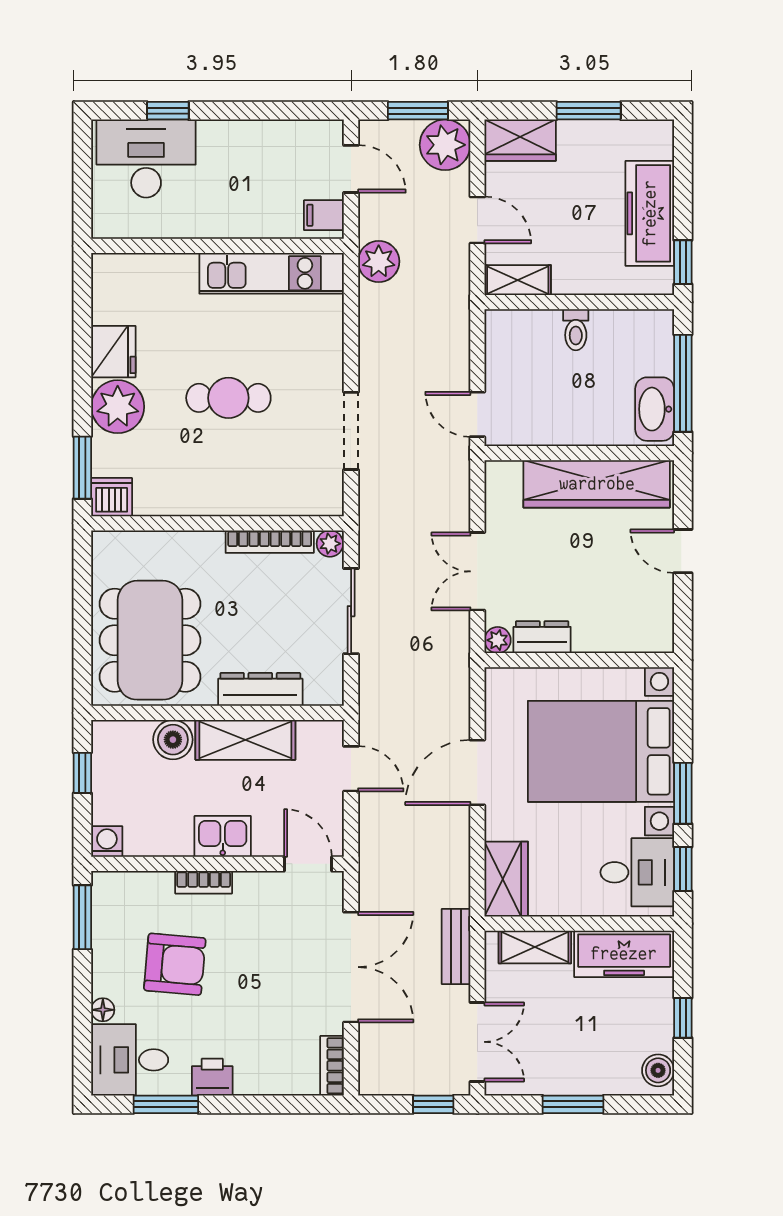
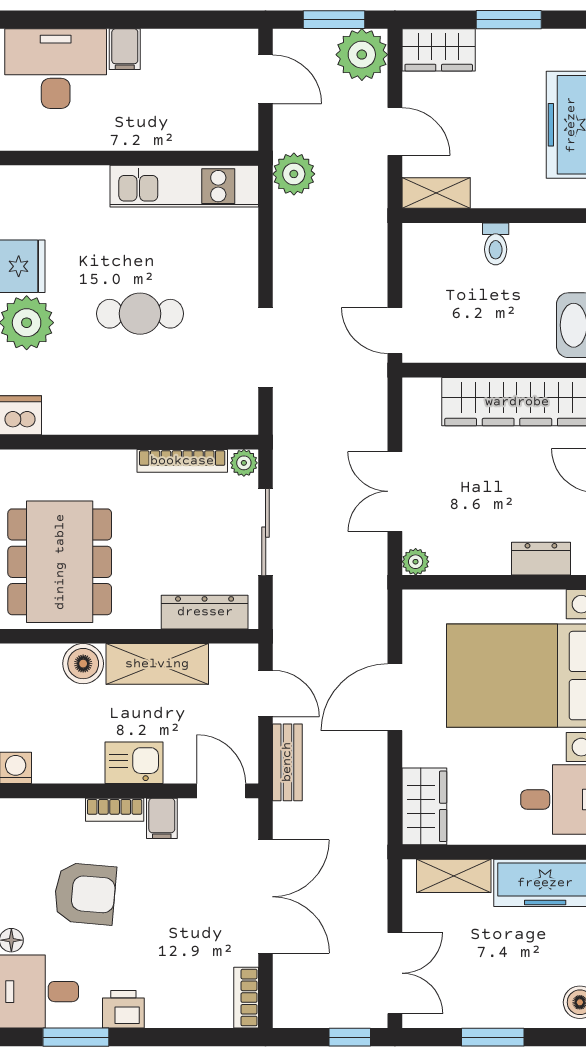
window: (168, 111) -> (78, 20), removed
filing cabinet: (324, 215) -> (125, 49), moved, turned -90
dresser: (542, 637) -> (541, 559), moved
dresser: (260, 689) -> (205, 612), moved
filing cabinet: (250, 891) -> (162, 818), added
bench: (456, 947) -> (287, 762), moved

